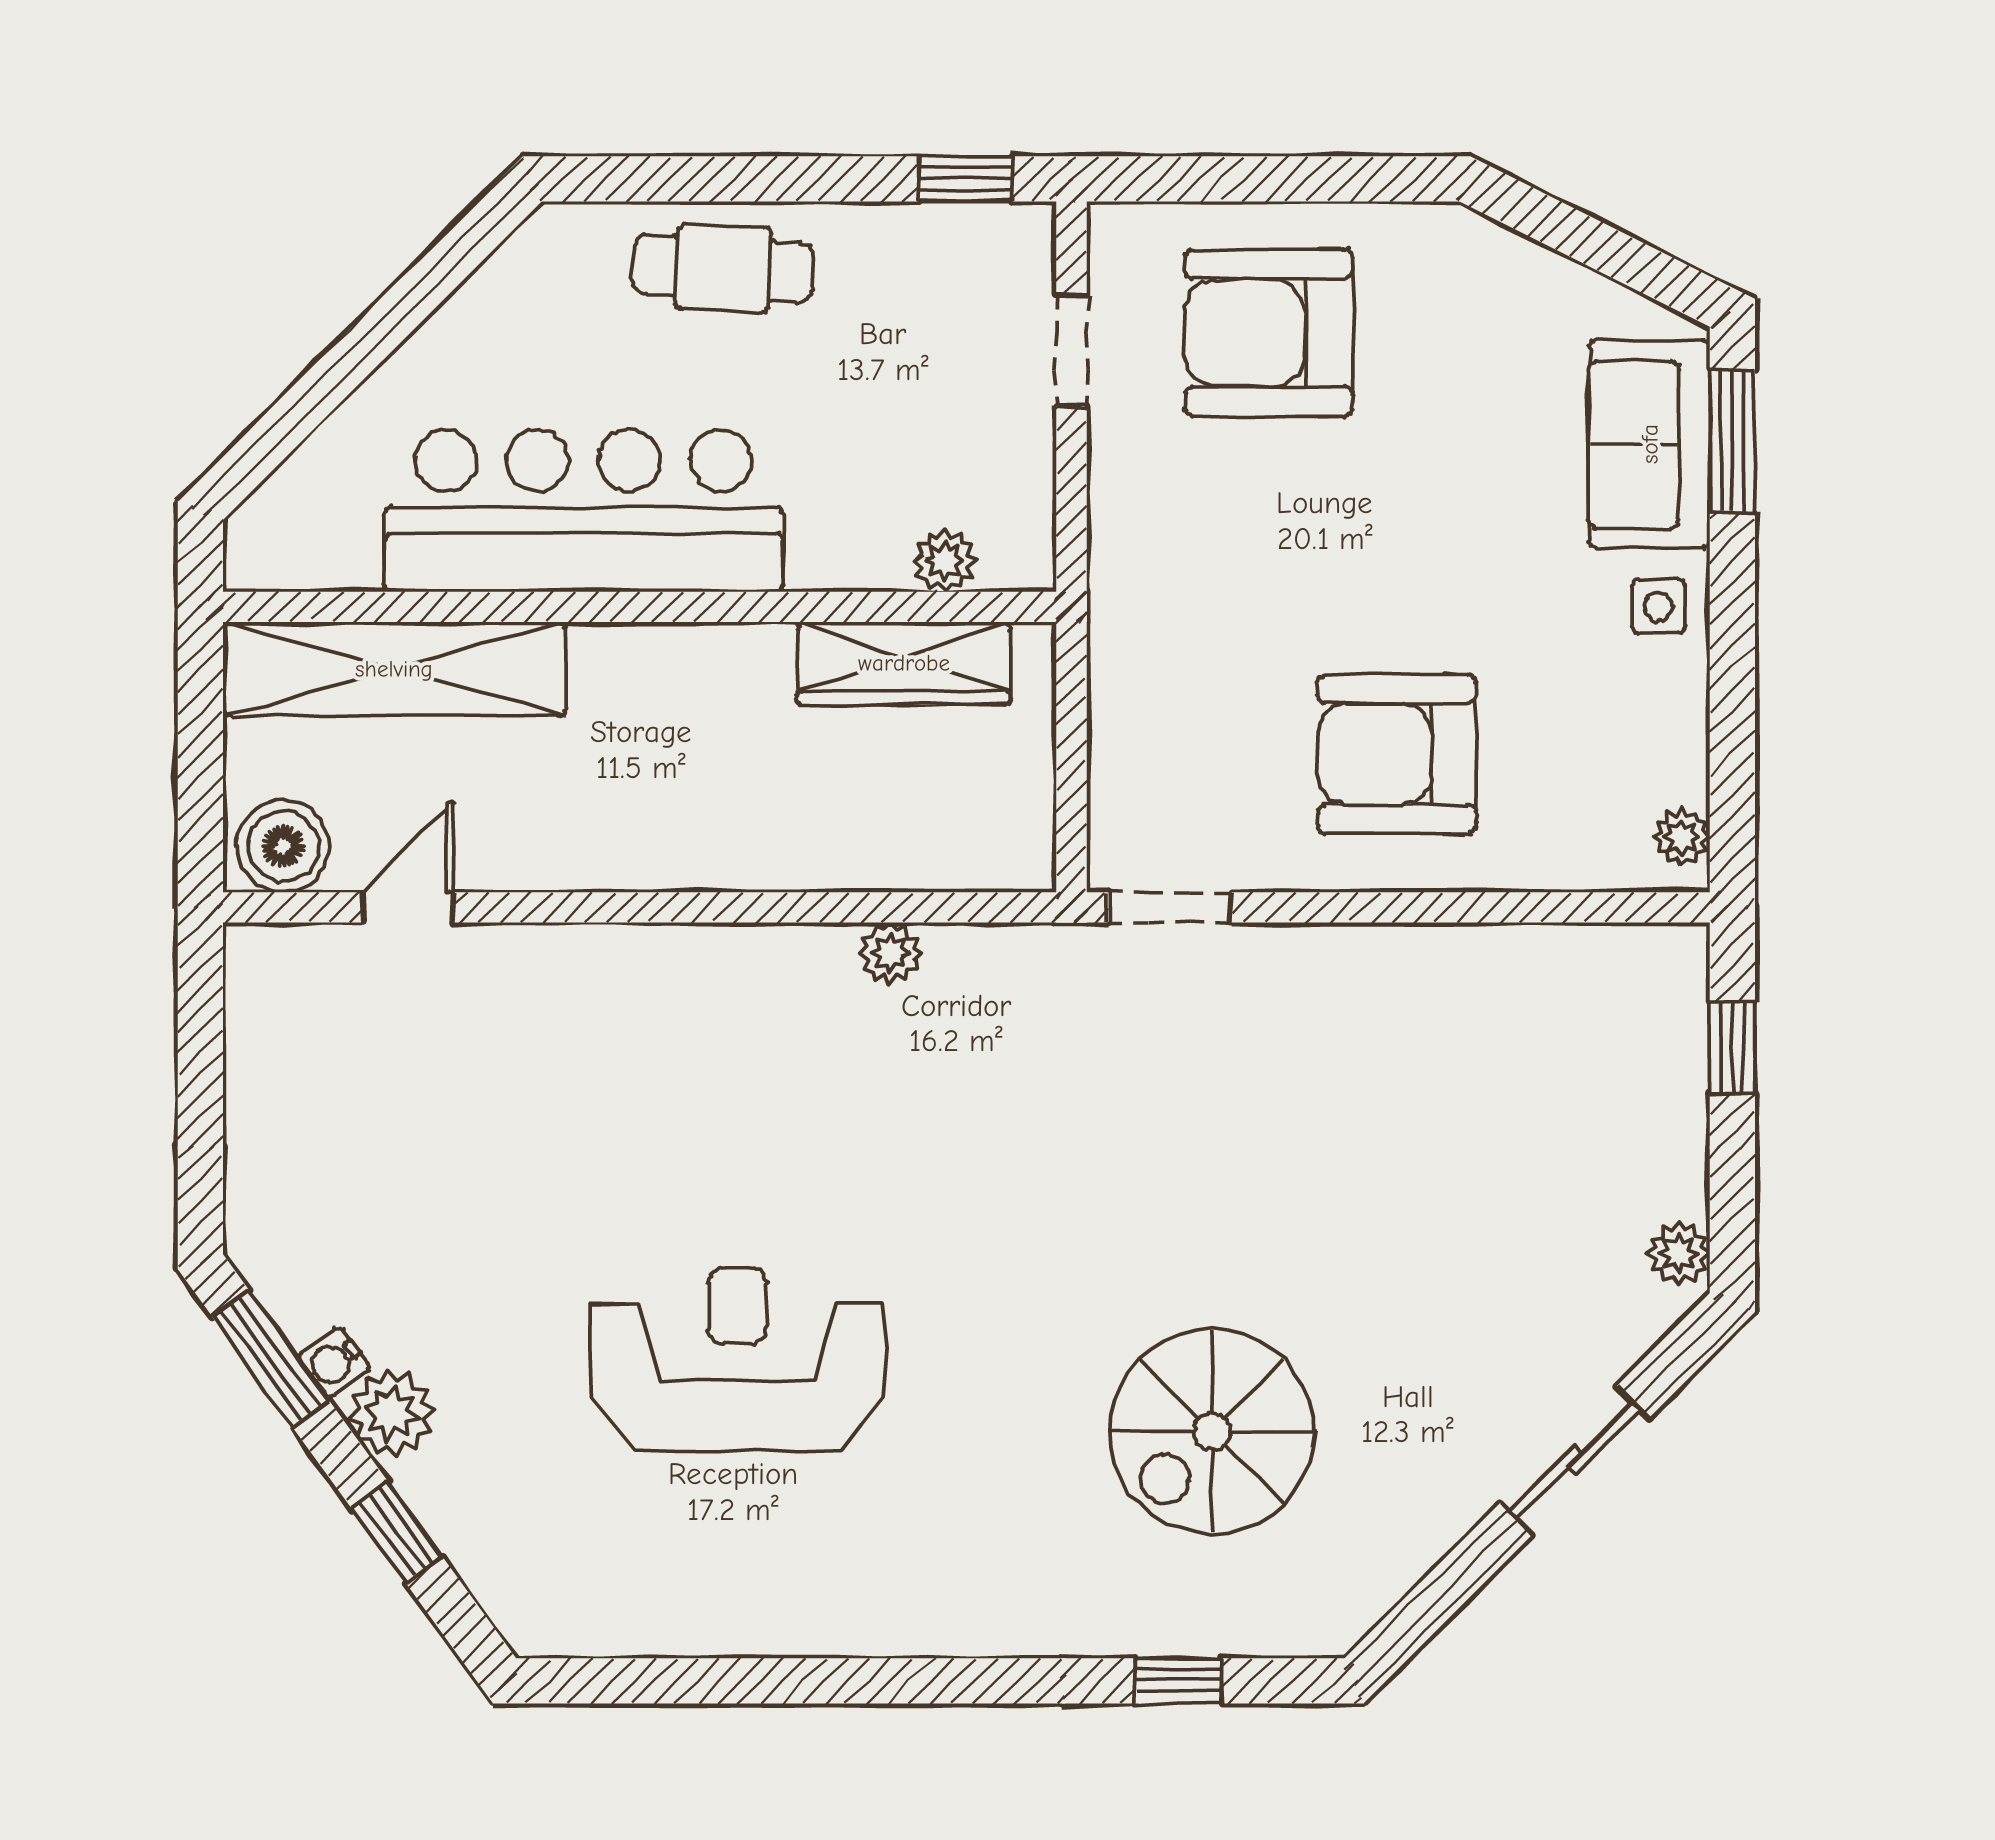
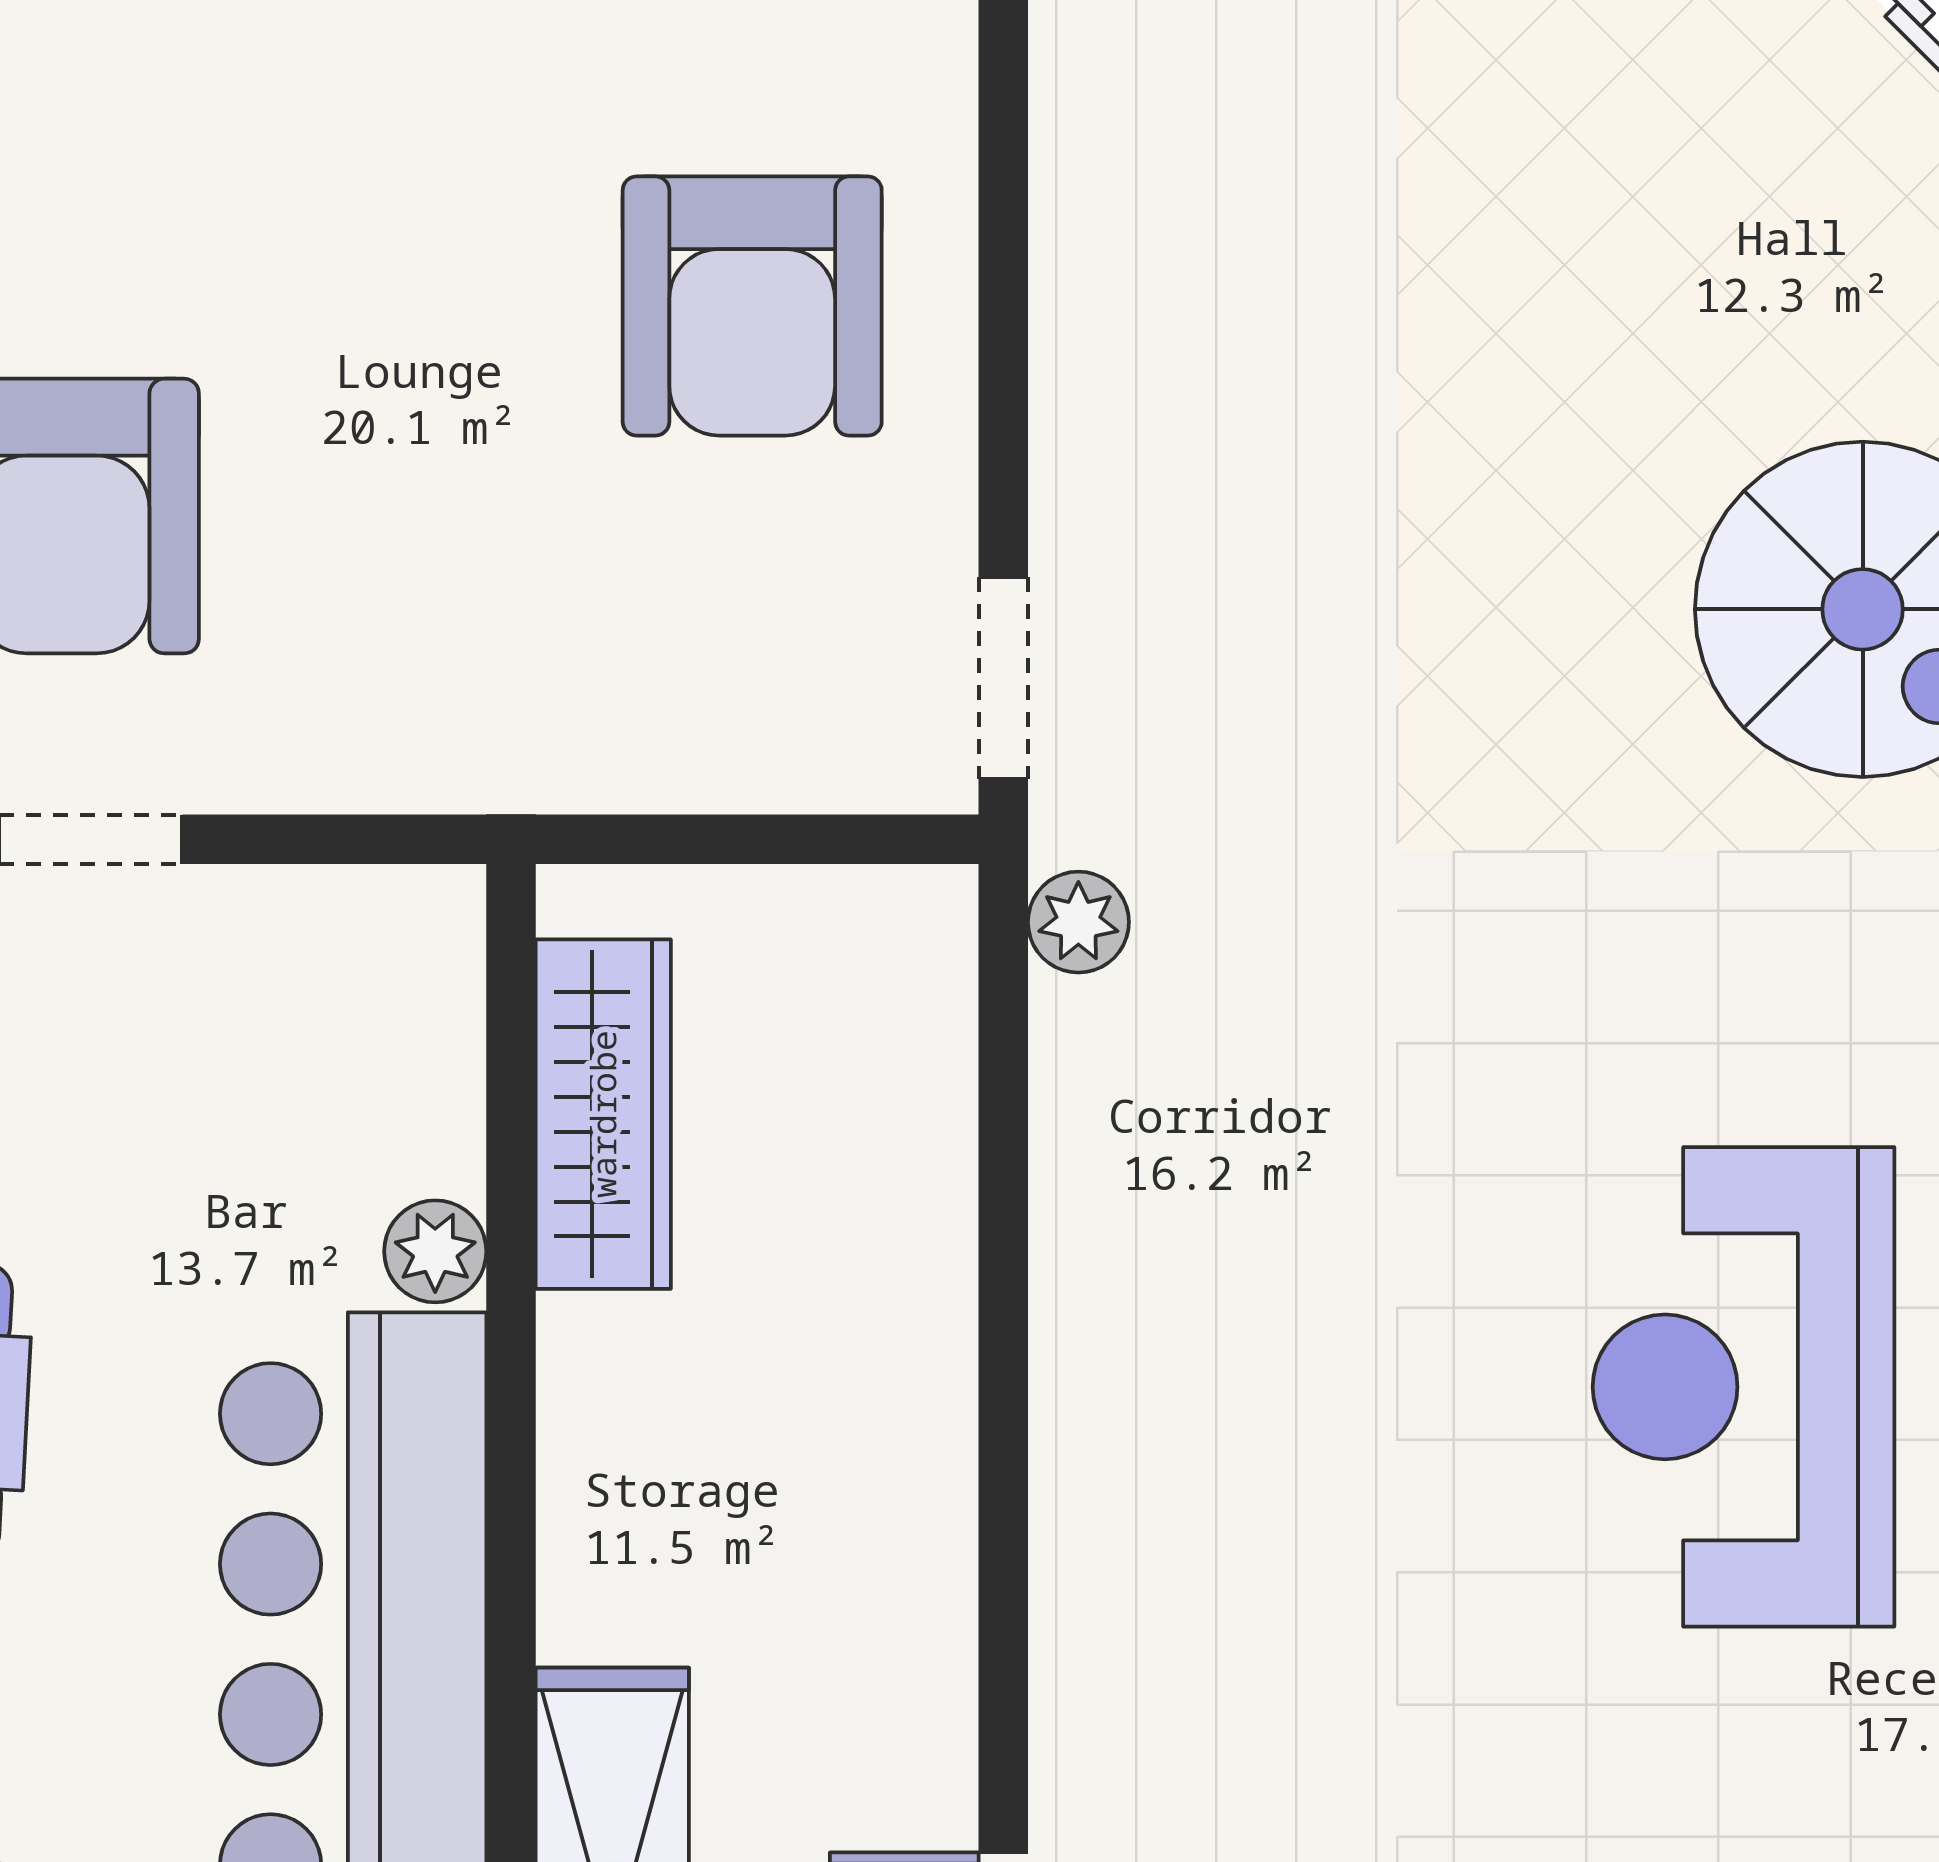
plant: (945, 561) -> (435, 1251), moved
plant: (891, 953) -> (1078, 922), moved

